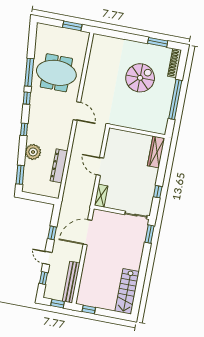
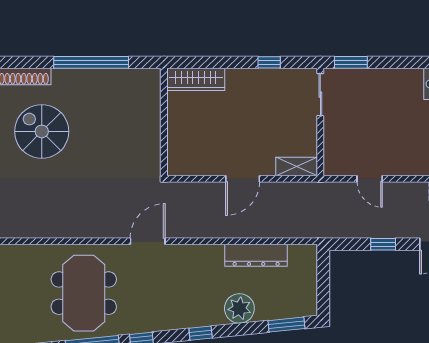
spiral stairs: (140, 78) -> (42, 131), moved
door: (87, 232) -> (370, 179), width x0.53

